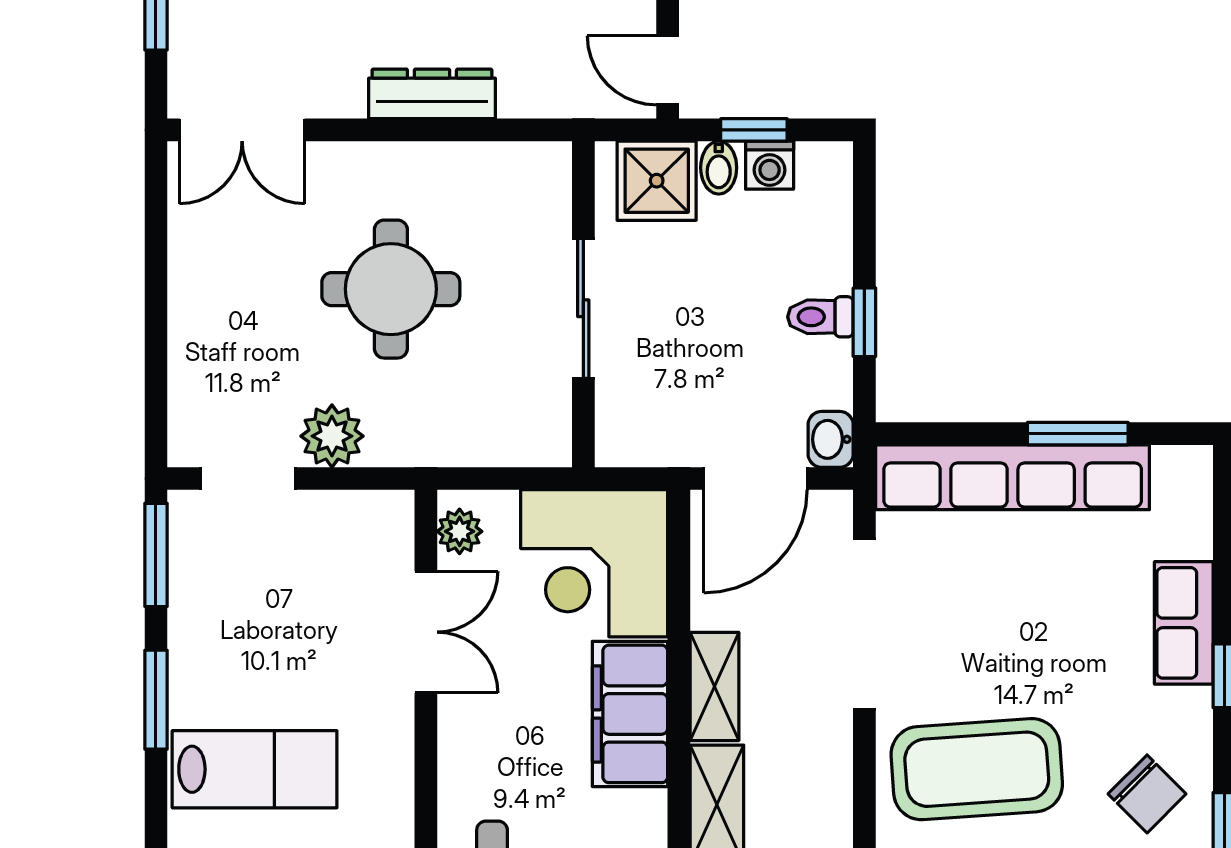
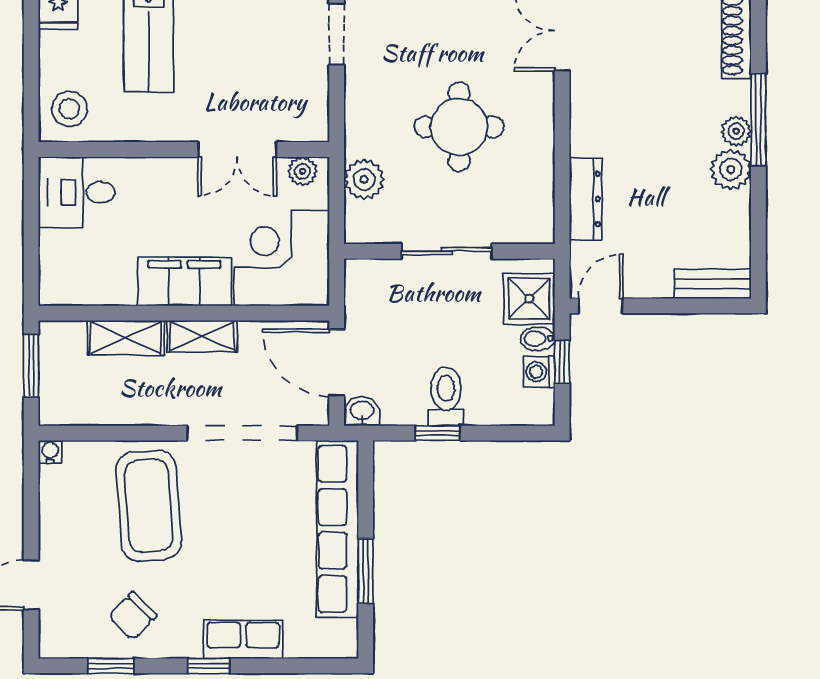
dresser: (432, 94) -> (585, 199), moved
toilet: (820, 317) -> (446, 396), width x1.37, depth x1.39
plant: (332, 436) -> (364, 179), moved

